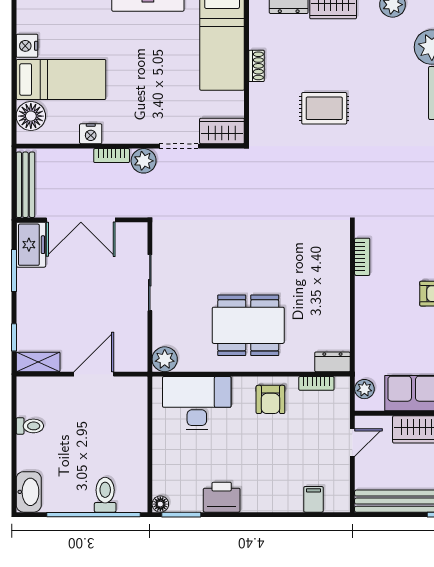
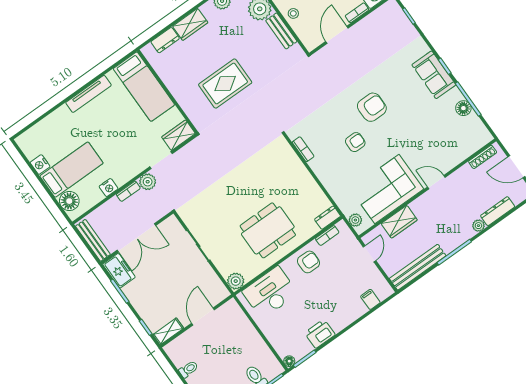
shoe rack: (257, 66) -> (172, 87), removed
rug: (324, 108) -> (225, 84), width x1.36, depth x1.43
armchair: (270, 399) -> (309, 262), turned -90

